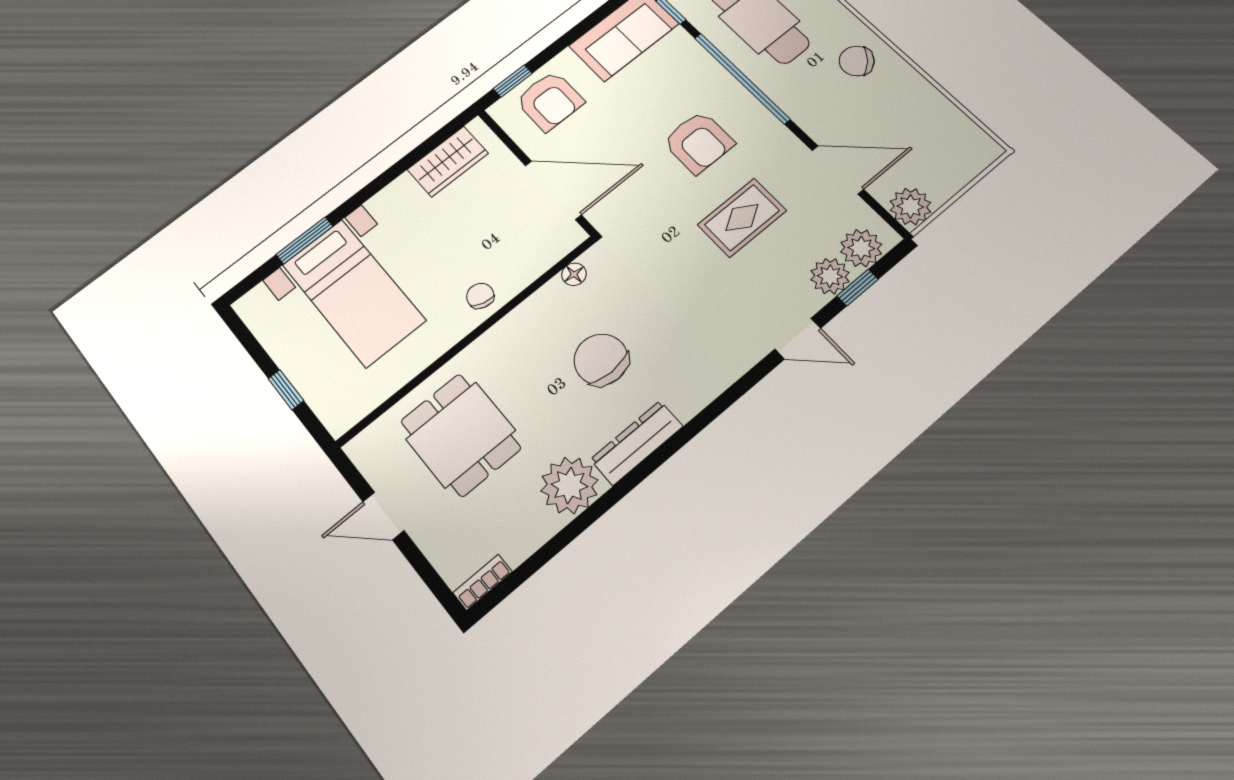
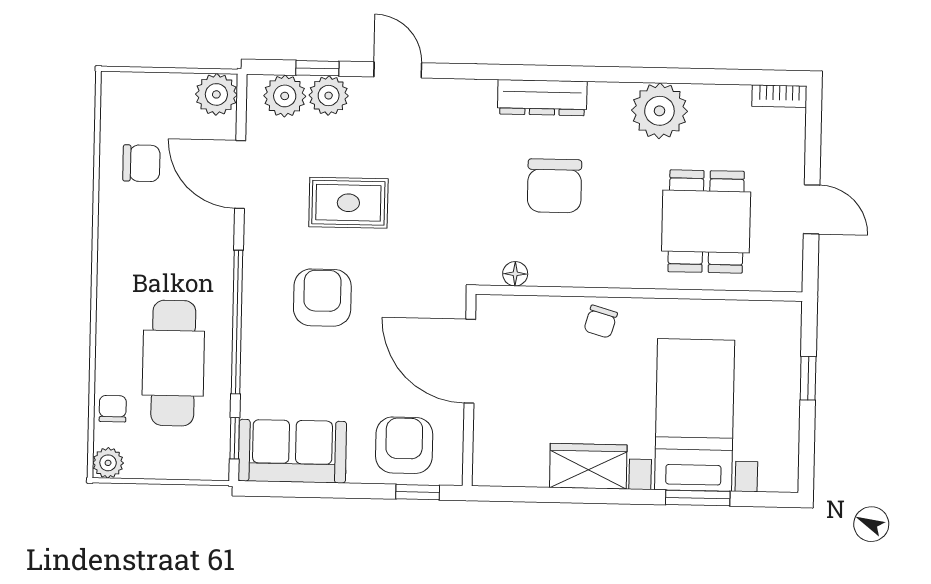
chair: (857, 61) -> (141, 163), moved, turned -44
wardrobe: (448, 161) -> (588, 466), moved
dresser: (637, 443) -> (542, 98), moved

